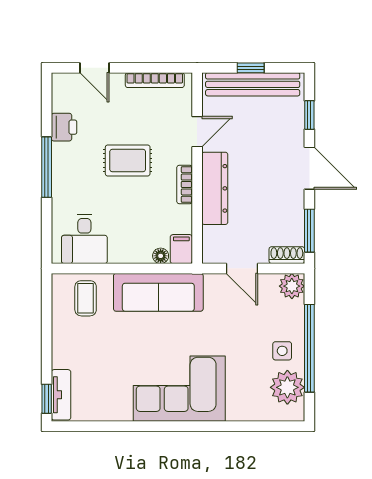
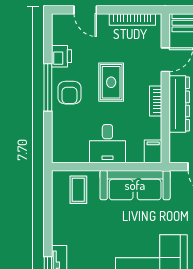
rug: (128, 160) -> (111, 82), turned 90
armchair: (74, 174) -> (69, 93), added
desk: (84, 239) -> (107, 144), moved
floor lamp: (161, 256) -> (137, 157), removed

